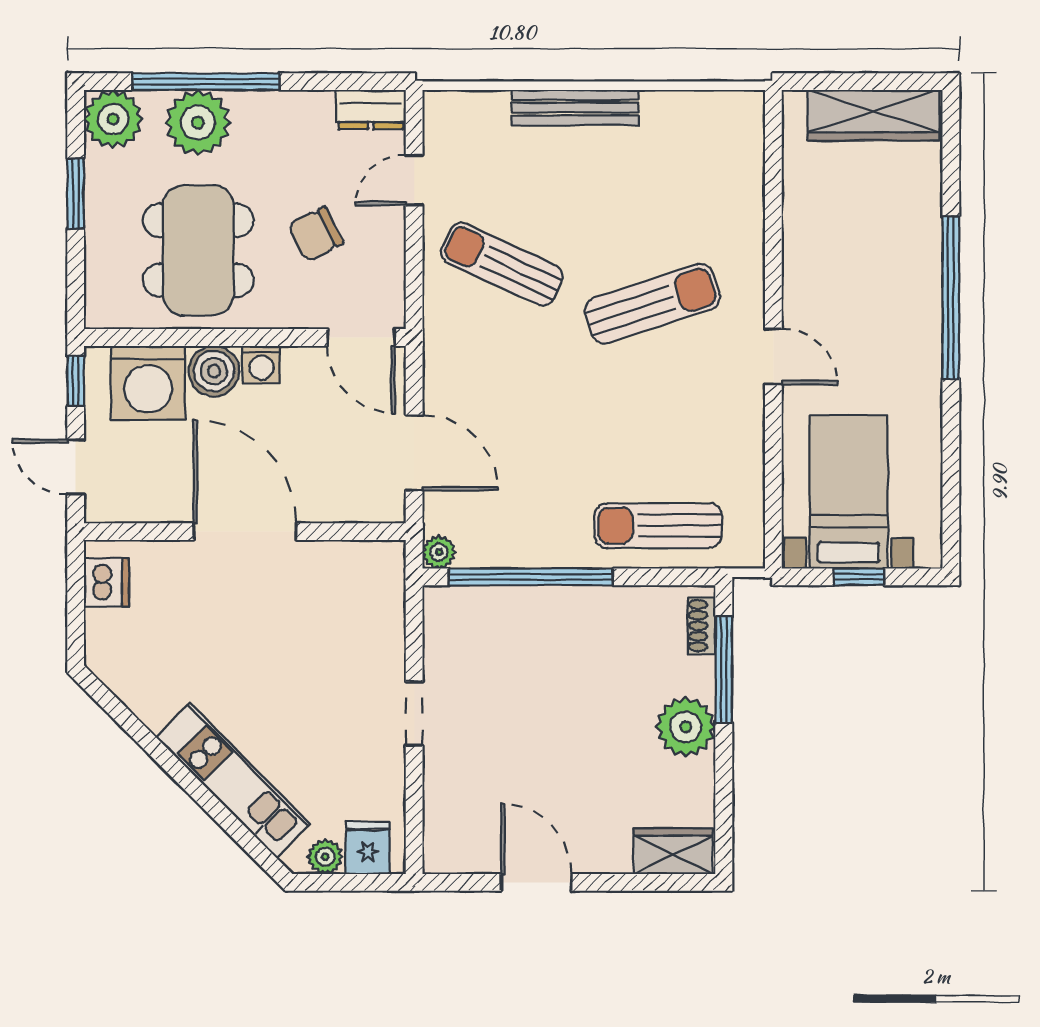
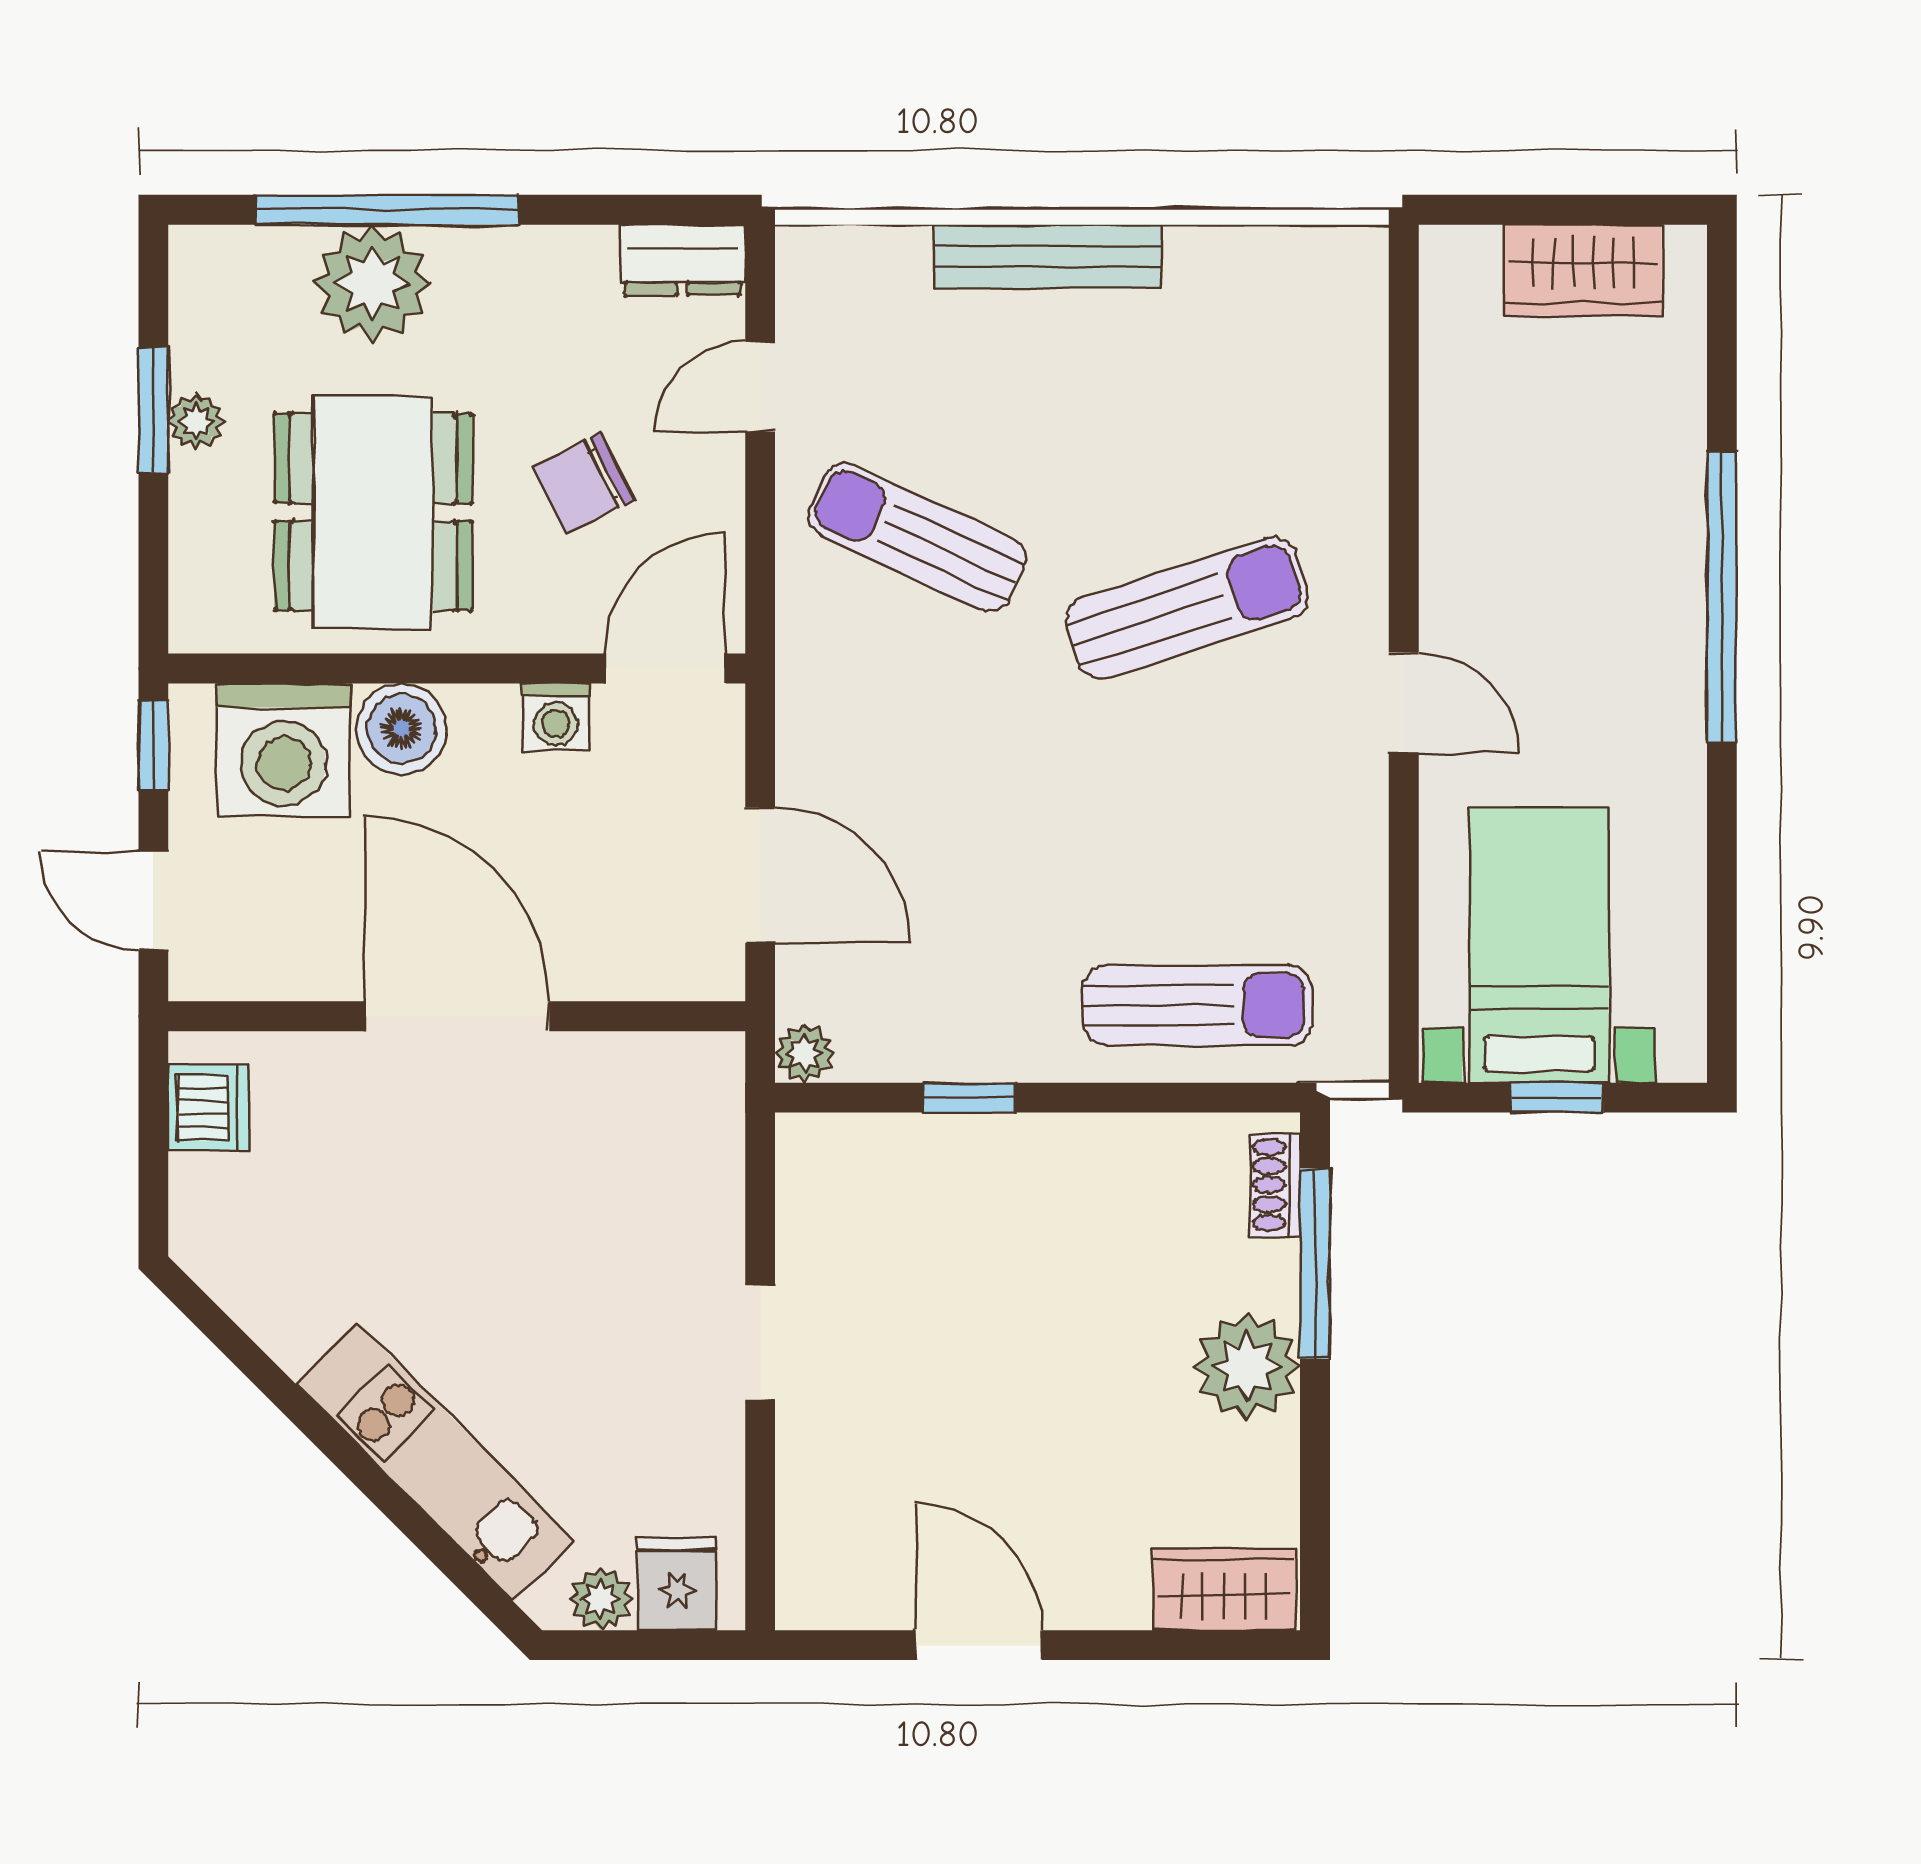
wardrobe: (873, 115) -> (1583, 270), width x0.67
plant: (113, 119) -> (196, 422), moved, width x0.53, depth x0.53
door: (361, 338) -> (665, 668), swing flipped
washing machine: (261, 365) -> (556, 717), moved
sun lounger: (658, 526) -> (1197, 1005), turned 180
window: (531, 577) -> (969, 1098), width x0.32

